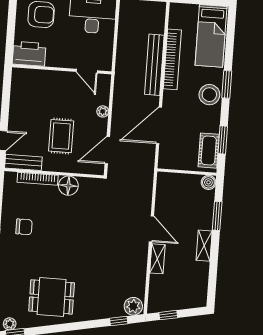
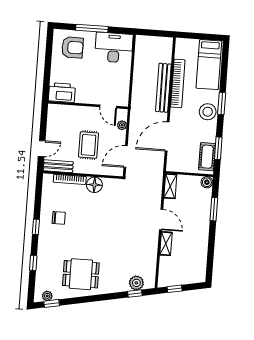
printer: (29, 54) -> (62, 93), moved
wall: (62, 69) -> (88, 105), moved
door: (87, 71) -> (108, 107), moved
shelving: (204, 246) -> (170, 186), moved
plant: (133, 306) -> (136, 283), moved

